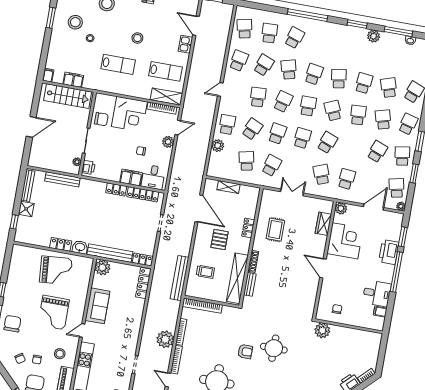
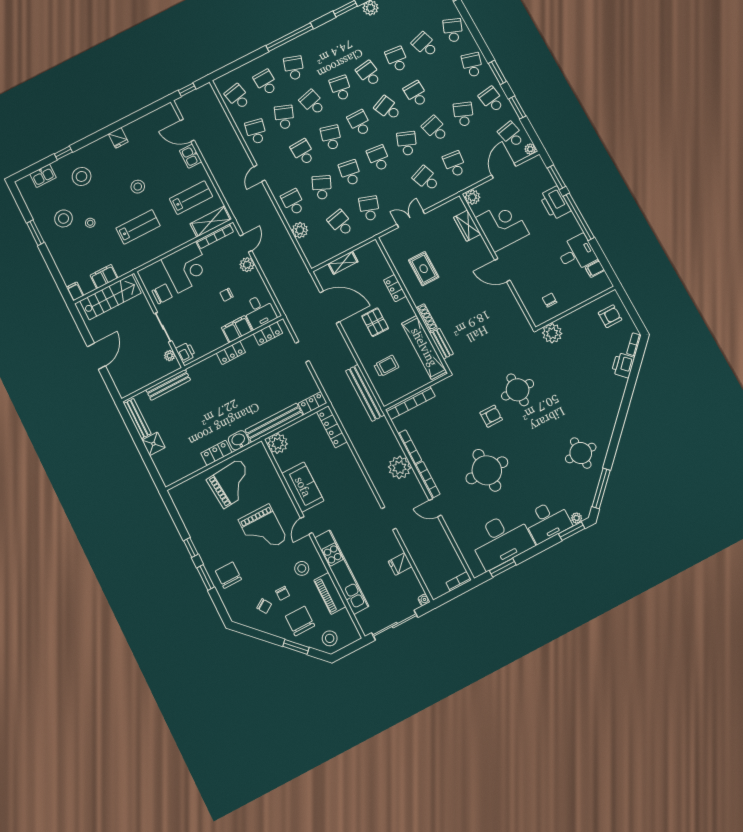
school desk: (383, 120) -> (435, 129), moved
locker: (143, 194) -> (268, 334), width x0.66
window: (14, 222) -> (151, 467), removed
armchair: (366, 348) -> (610, 316), added

